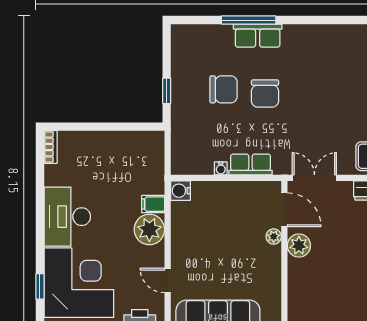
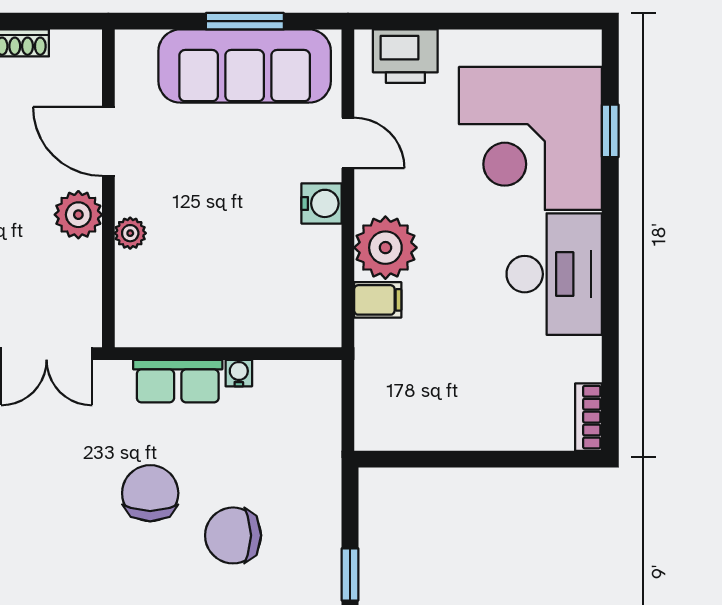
window: (167, 91) -> (350, 574), moved
chair: (265, 94) -> (150, 493), moved
water cooler: (180, 191) -> (322, 203), moved
door: (284, 210) -> (108, 141), moved

